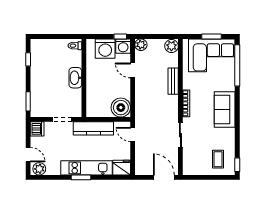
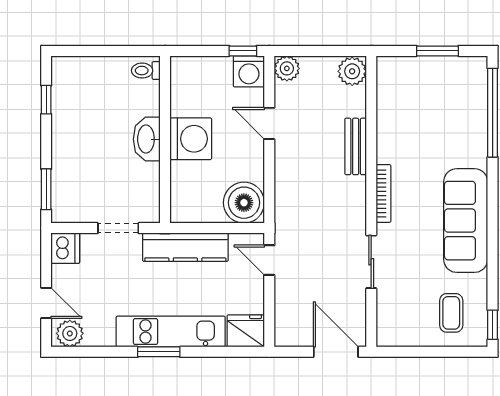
washing machine: (105, 49) -> (191, 139), moved, turned -90
corner sofa: (212, 55) -> (438, 91), removed
sofa: (225, 109) -> (466, 221), width x1.36

